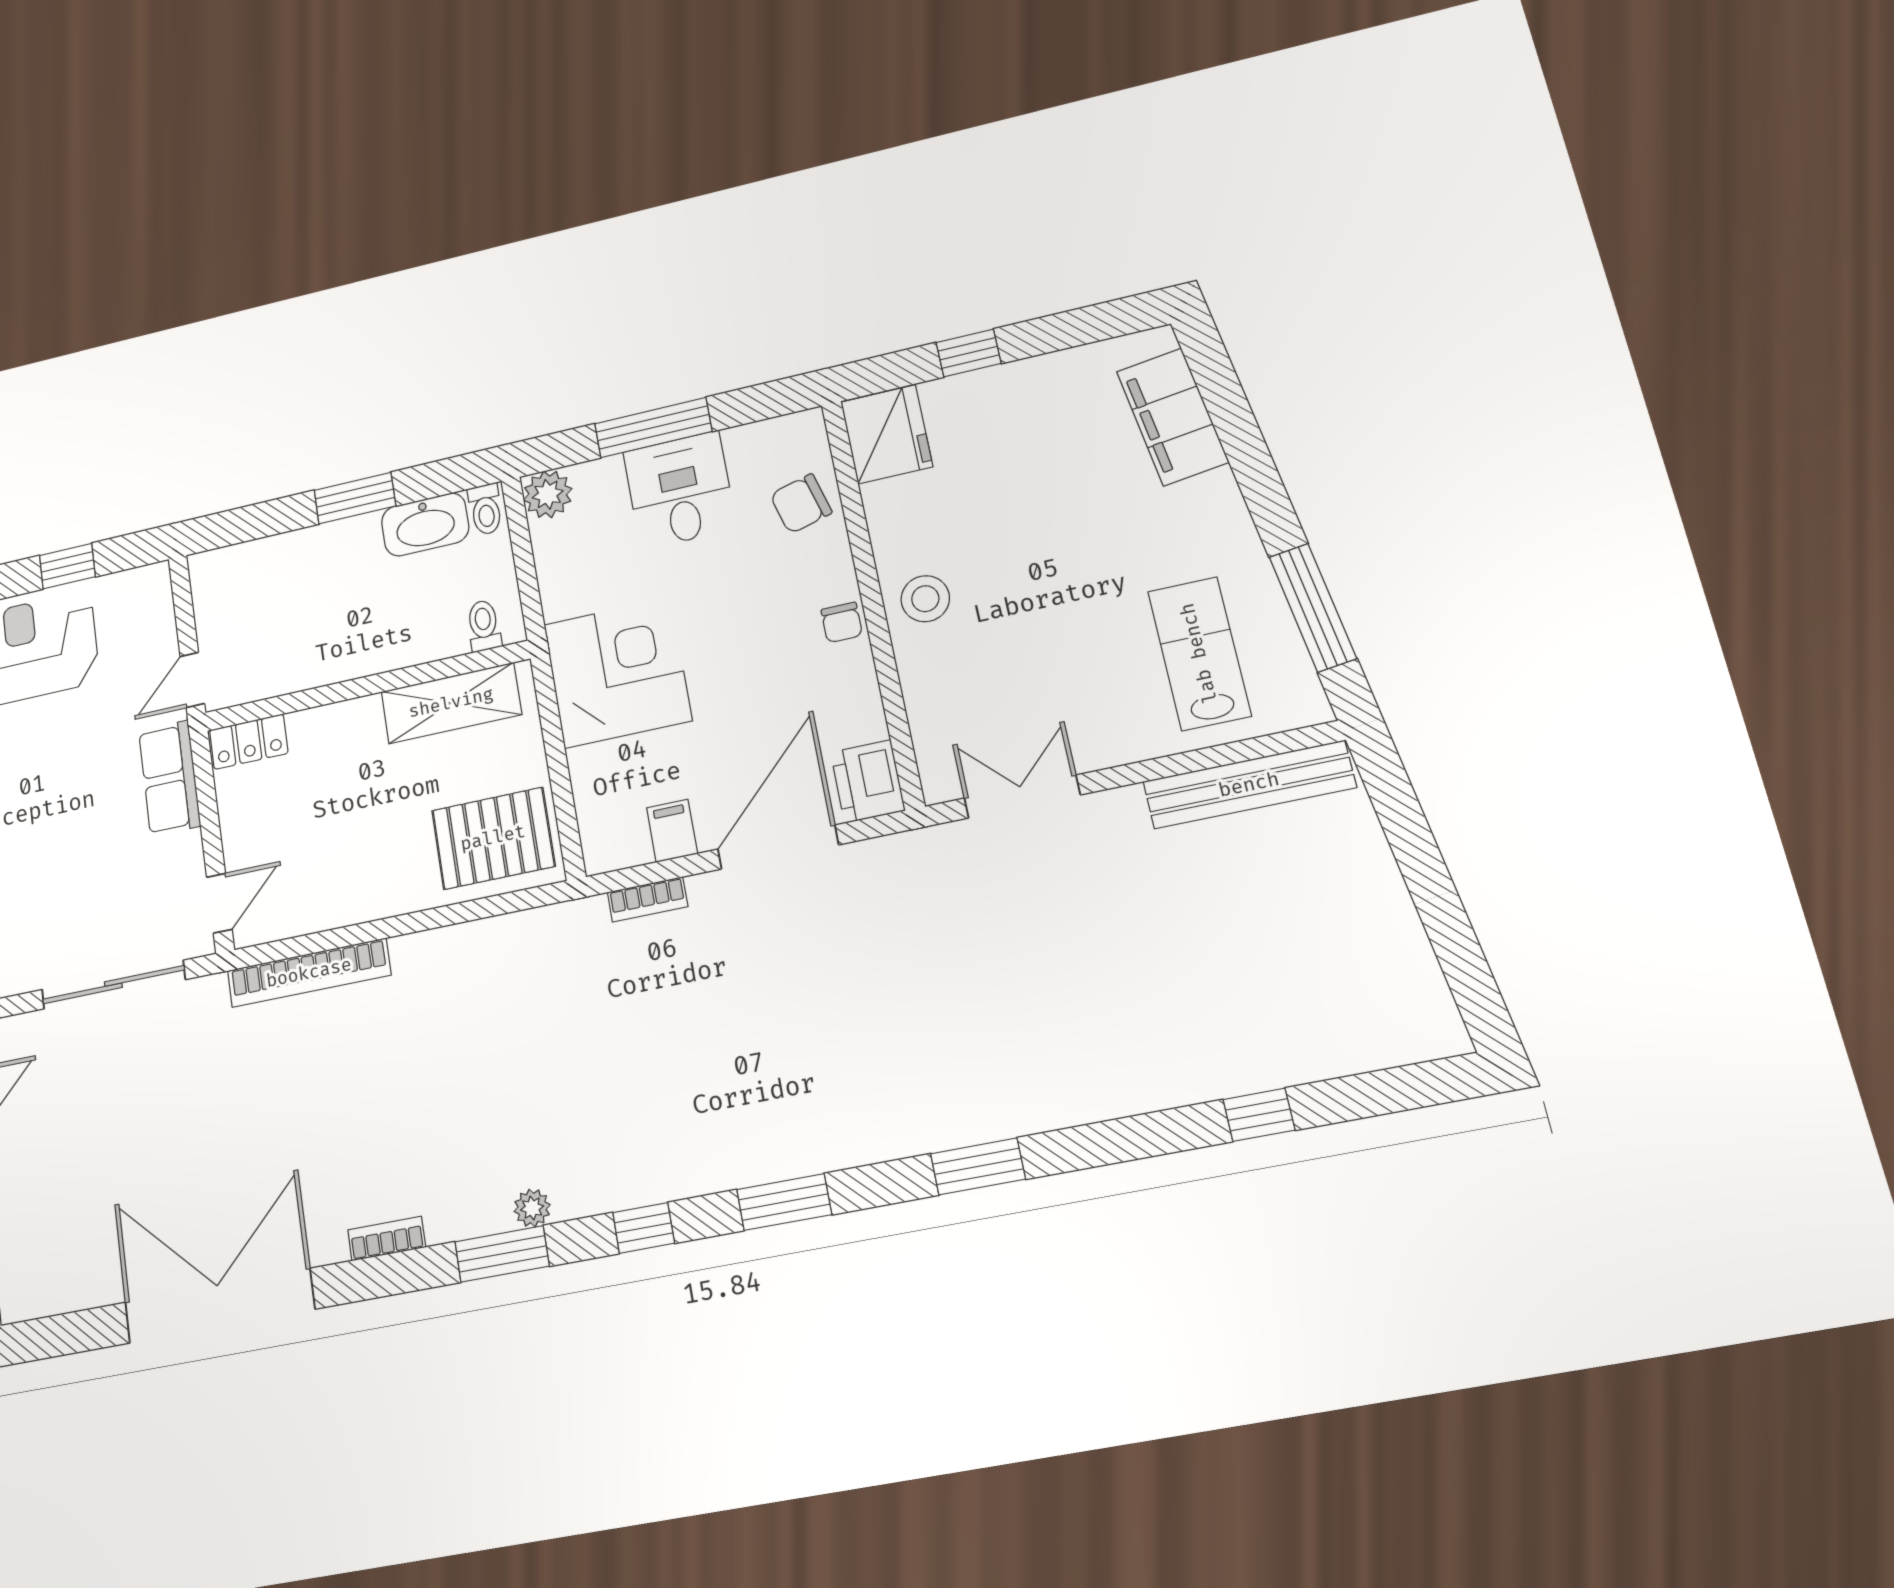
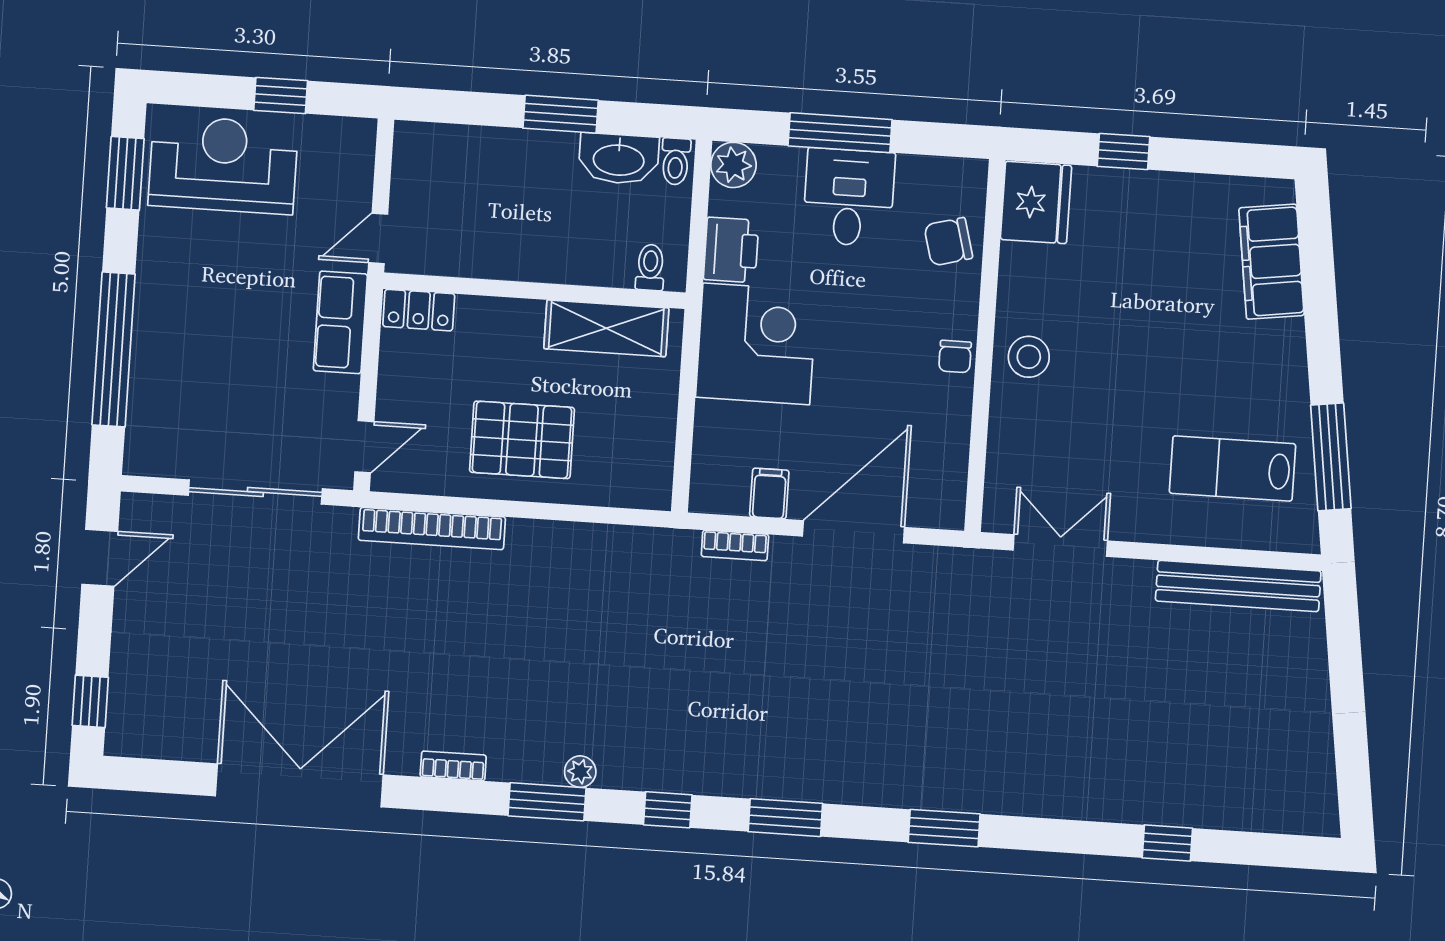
lab bench: (1199, 653) -> (1232, 468), turned -90
printer: (868, 781) -> (731, 250), moved, turned 180
pallet: (493, 838) -> (522, 440), moved

